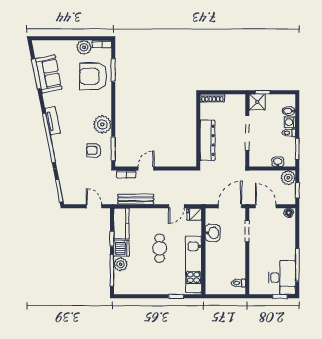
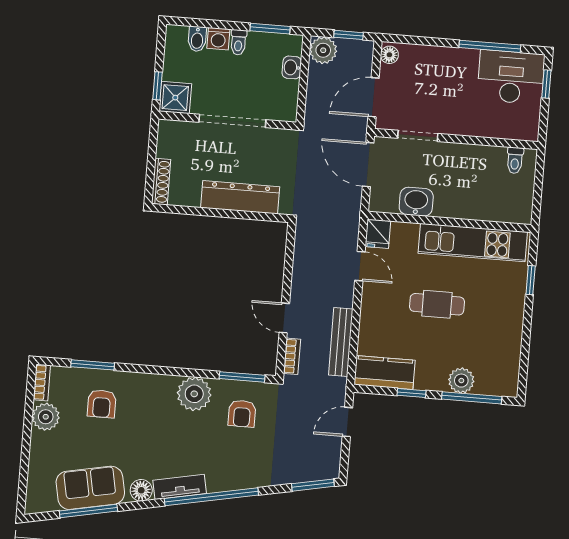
armchair: (93, 76) -> (102, 404), width x0.53, depth x0.53
floor lamp: (49, 101) -> (141, 490), added
dishwasher: (121, 248) -> (431, 376), removed

